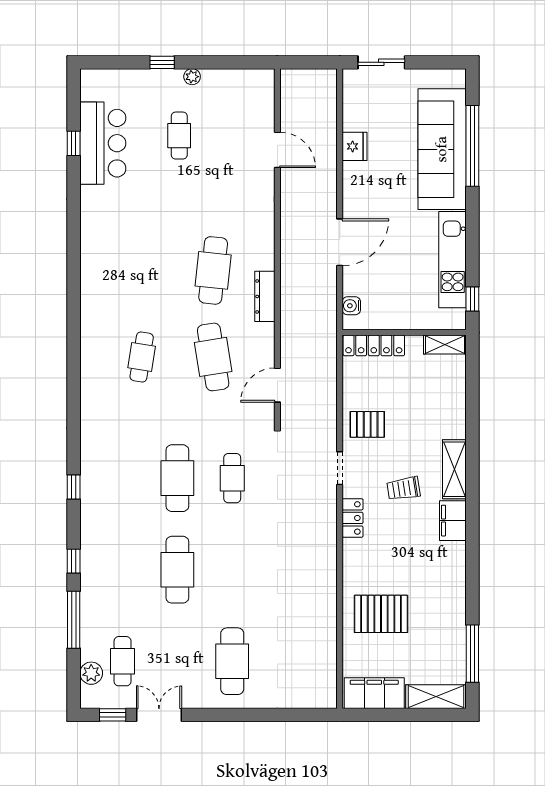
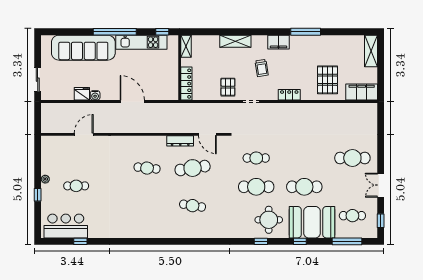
bar counter: (103, 143) -> (66, 226), moved
window: (472, 146) -> (115, 32), moved
cafe table: (213, 270) -> (147, 168), width x0.73, depth x0.74
dresser: (265, 296) -> (180, 141), moved
water cooler: (351, 306) -> (95, 95), moved
shelving: (454, 469) -> (235, 41), moved
round table: (115, 502) -> (269, 220), added
locker: (353, 518) -> (289, 95), moved
booth: (110, 584) -> (312, 222), added
window: (74, 620) -> (347, 241), moved
window: (472, 654) -> (306, 32), moved
plant: (91, 673) -> (359, 232), removed
filing cabinet: (374, 693) -> (362, 92), moved, turned 90
double door: (159, 715) -> (381, 185), moved

